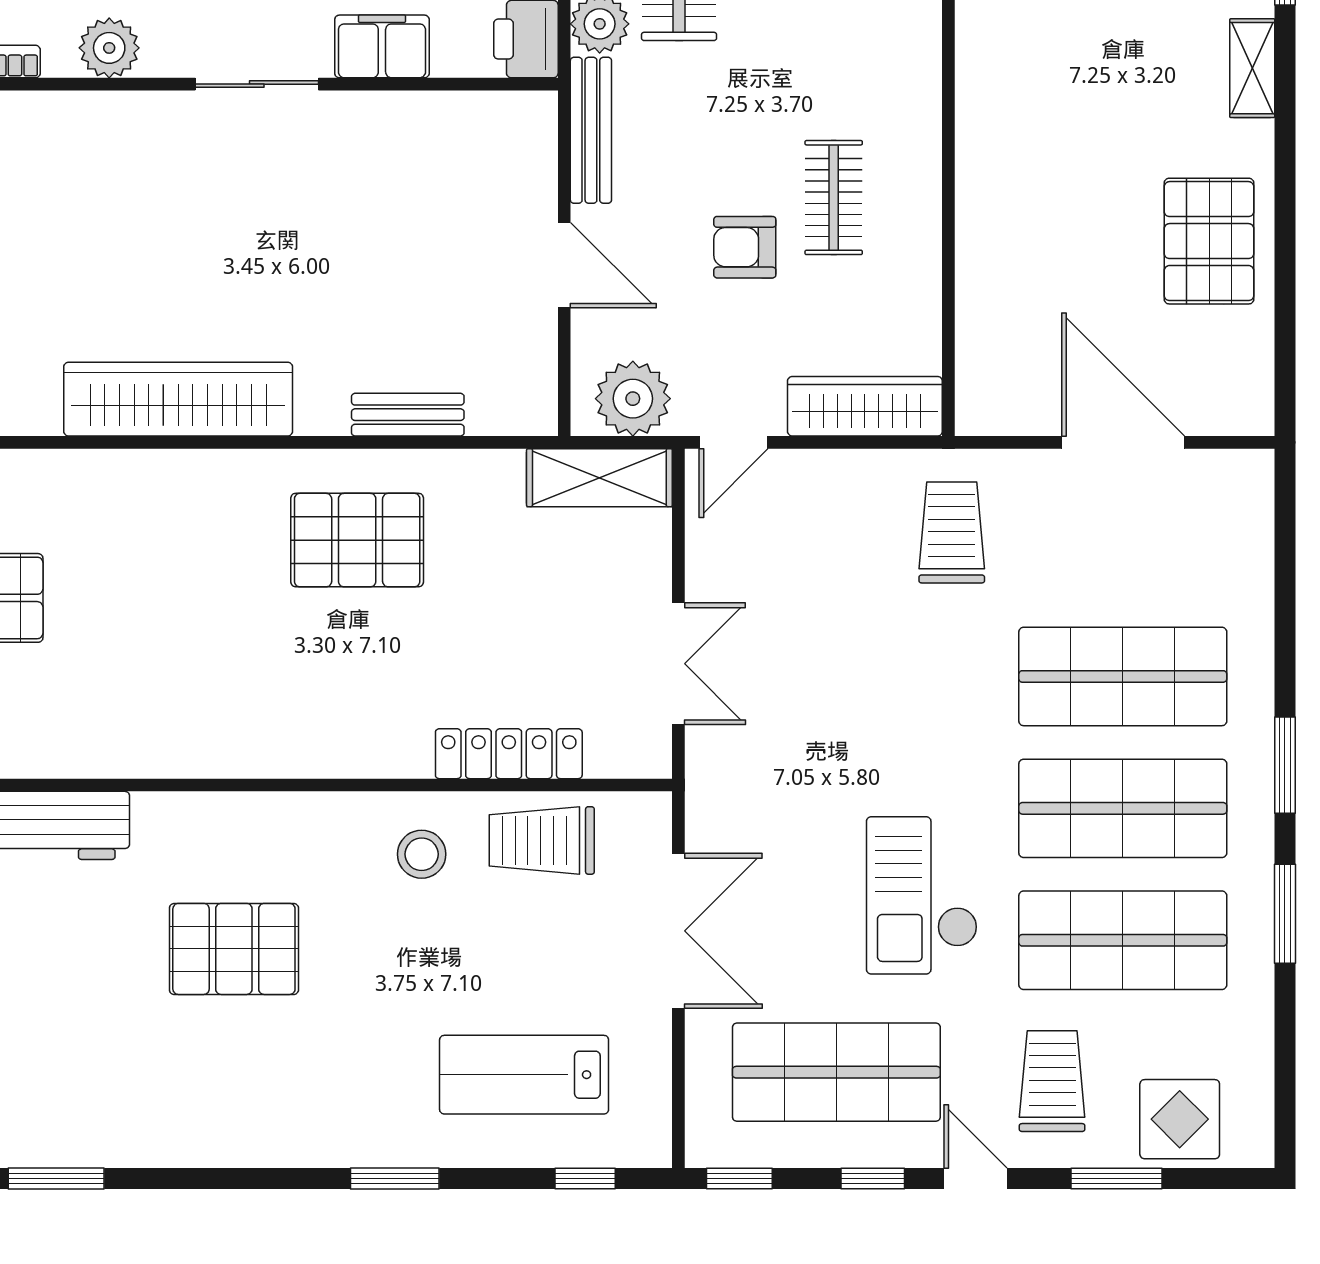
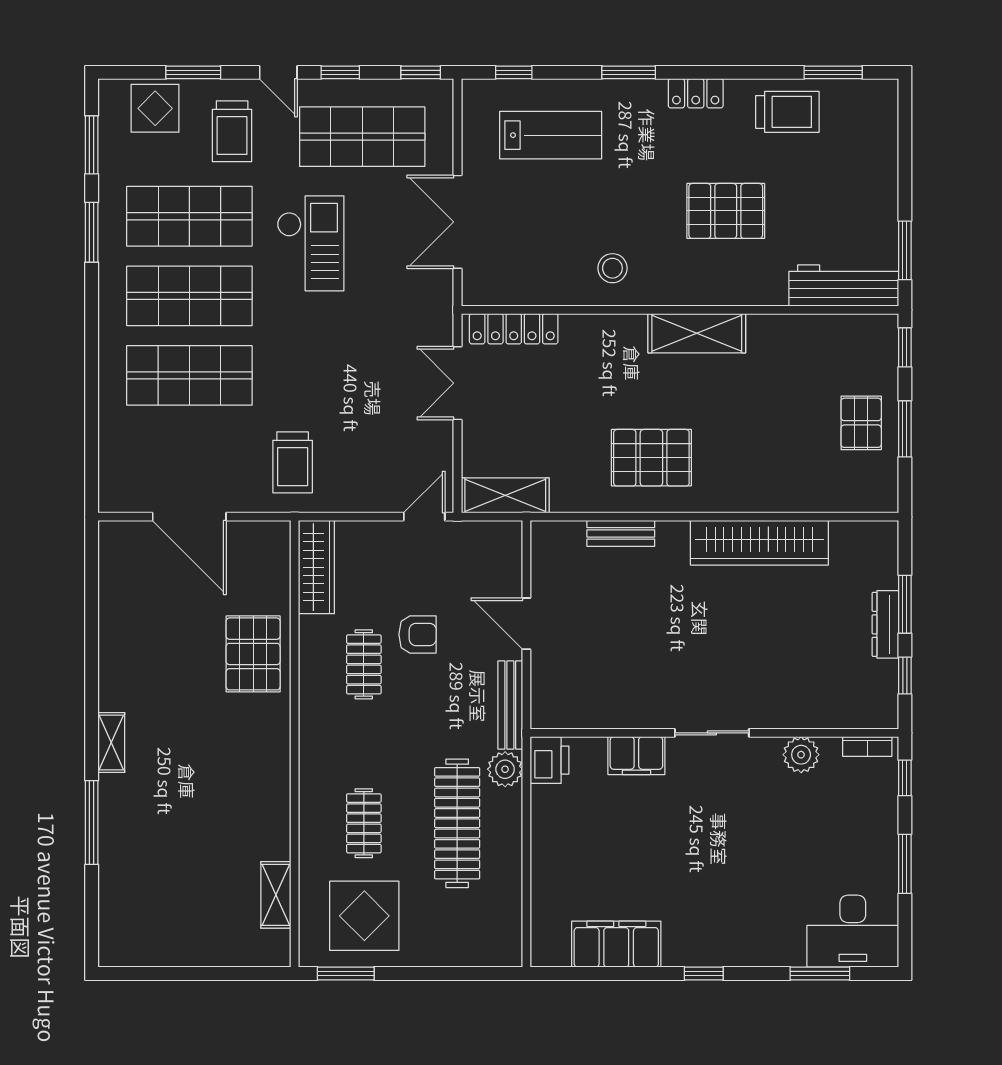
pallet: (1209, 241) -> (253, 654), moved
plant: (633, 399) -> (485, 543), removed
wardrobe: (865, 406) -> (316, 567), moved, turned -90
shelving: (282, 746) -> (697, 333), added
locker: (509, 754) -> (514, 329), moved
window: (1285, 765) -> (92, 145), moved
trolley: (542, 840) -> (787, 112), moved
locker: (284, 1144) -> (696, 93), added

